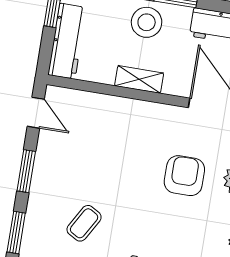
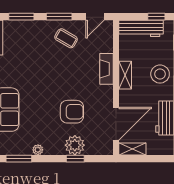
fireplace: (124, 108) -> (107, 69), added
coffee table: (84, 223) -> (66, 38), moved

